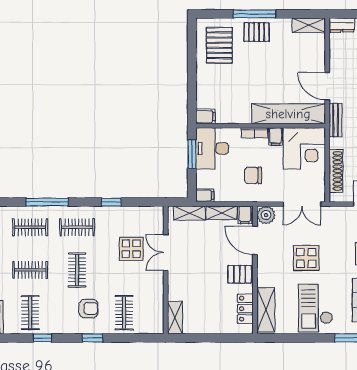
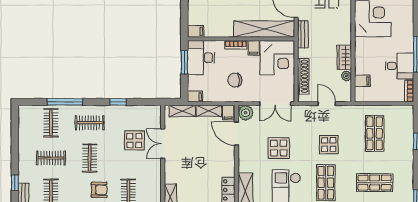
clothes rail: (30, 227) -> (51, 123), turned 90
pallet: (240, 274) -> (224, 162), removed

